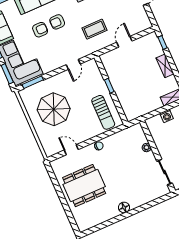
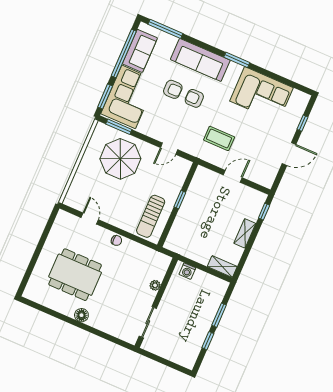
parasol: (54, 109) -> (120, 159), moved
washing machine: (167, 116) -> (187, 271), moved
dining table: (84, 186) -> (75, 275), moved

